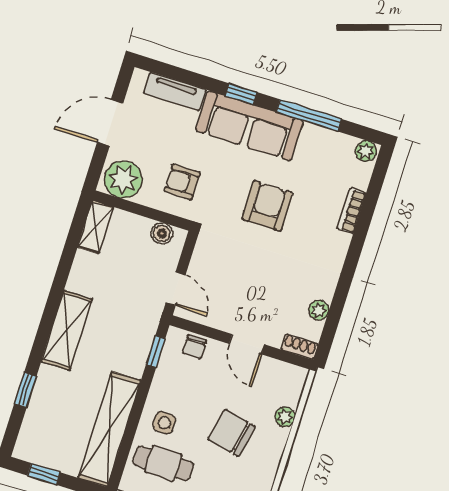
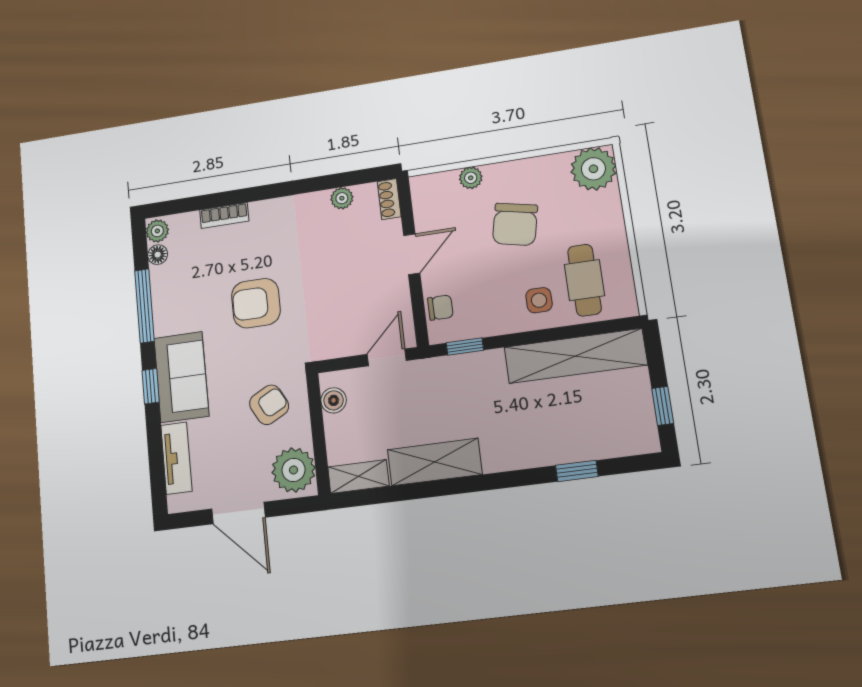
sofa: (249, 126) -> (181, 377), width x0.73
floor lamp: (346, 143) -> (158, 255), added
armchair: (182, 182) -> (269, 405), turned -118
shelving: (67, 330) -> (435, 462), moved

